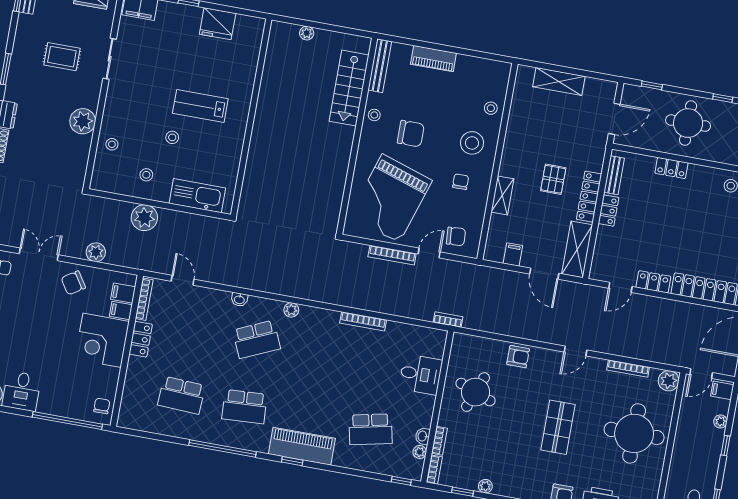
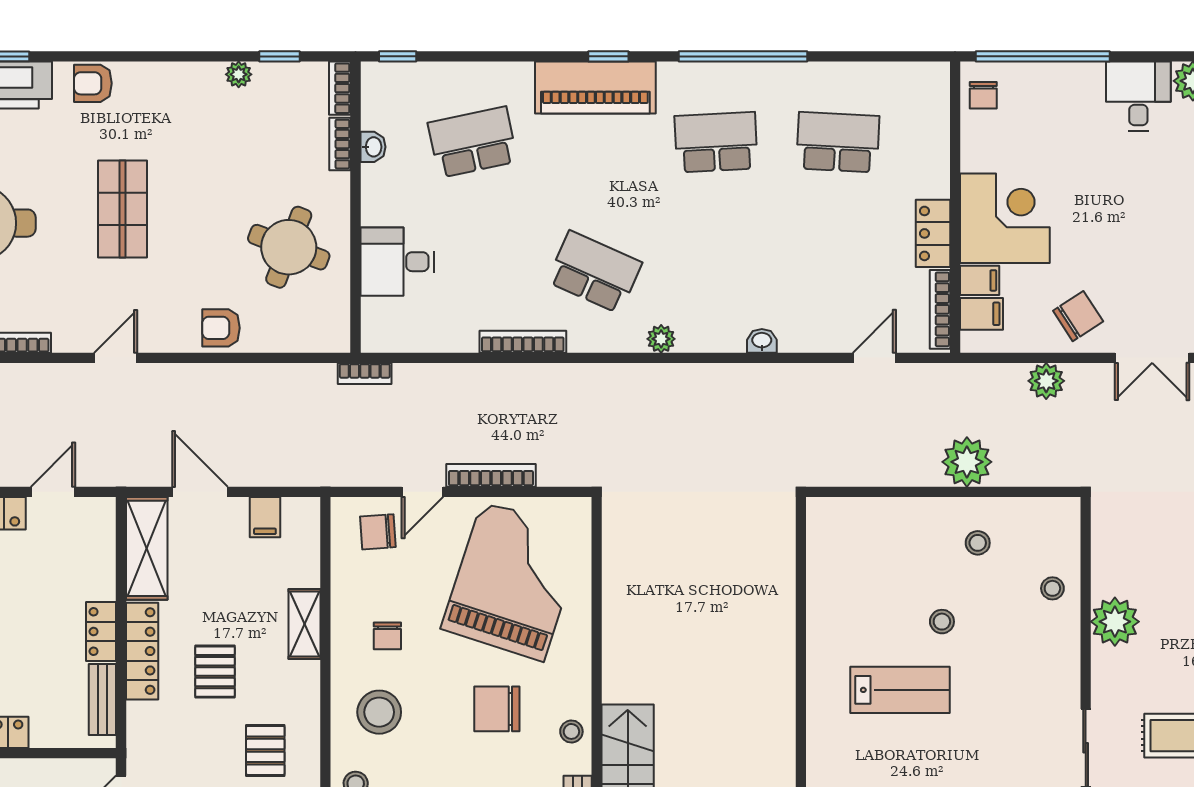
pallet: (535, 134) -> (265, 750), added
kitchen sink: (197, 196) -> (875, 521), removed
door: (183, 280) -> (874, 358), swing flipped
school desk: (257, 339) -> (594, 272), moved, turned 48
plant: (420, 452) -> (373, 116), removed

